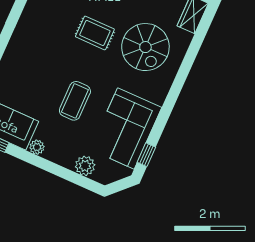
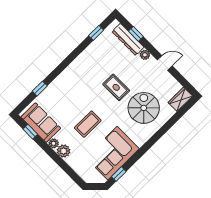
spiral stairs: (145, 47) -> (144, 108), turned 180
plant: (85, 166) -> (64, 151), moved

